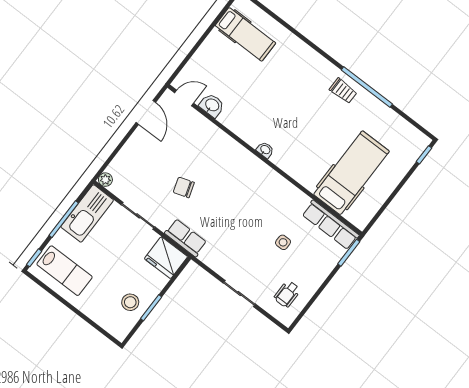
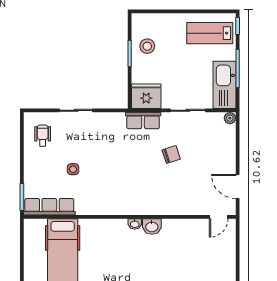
washbasin: (212, 105) -> (152, 227), moved

